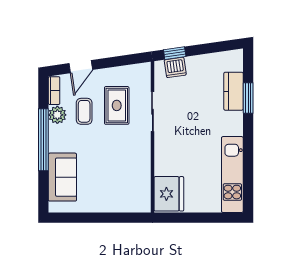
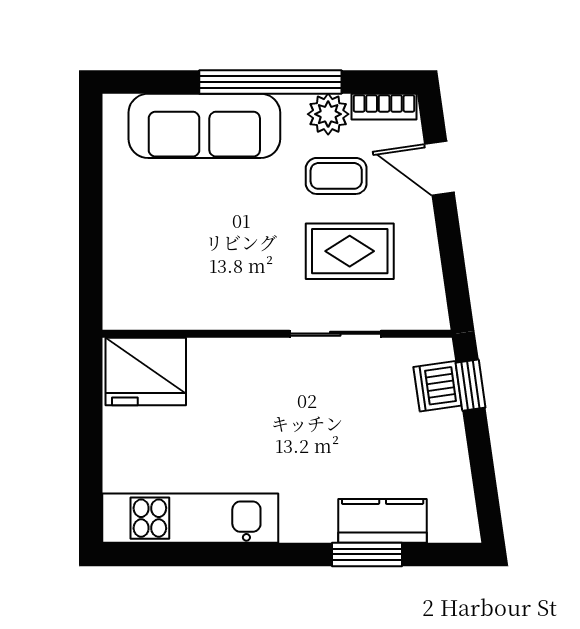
sofa: (62, 177) -> (204, 126), width x1.36

